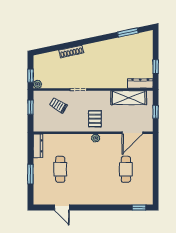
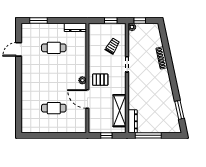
window: (156, 66) -> (148, 135), width x2.17
door: (132, 133) -> (87, 99), moved
window: (30, 174) -> (39, 21), moved
window: (139, 208) -> (19, 120), removed

